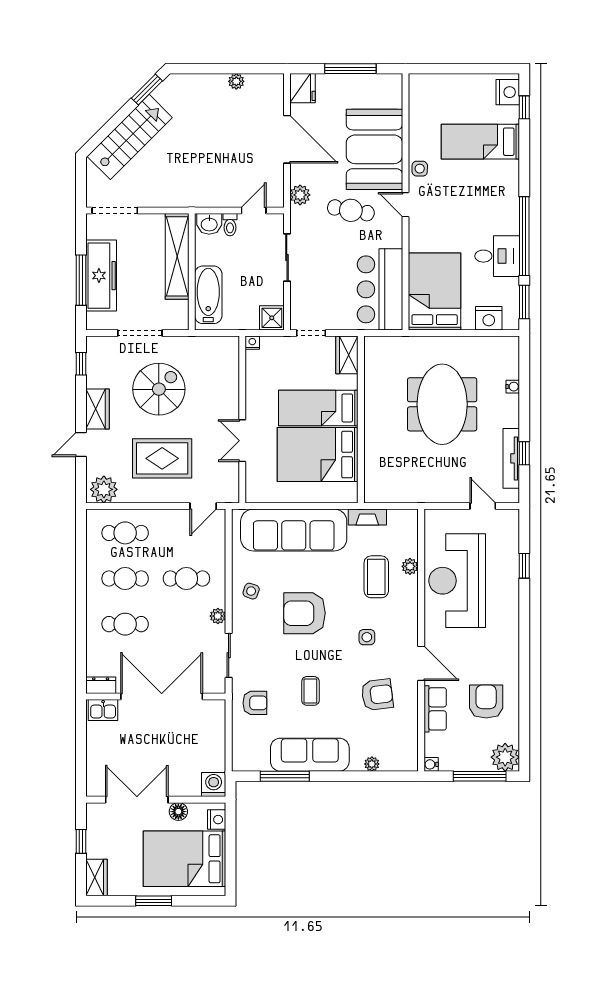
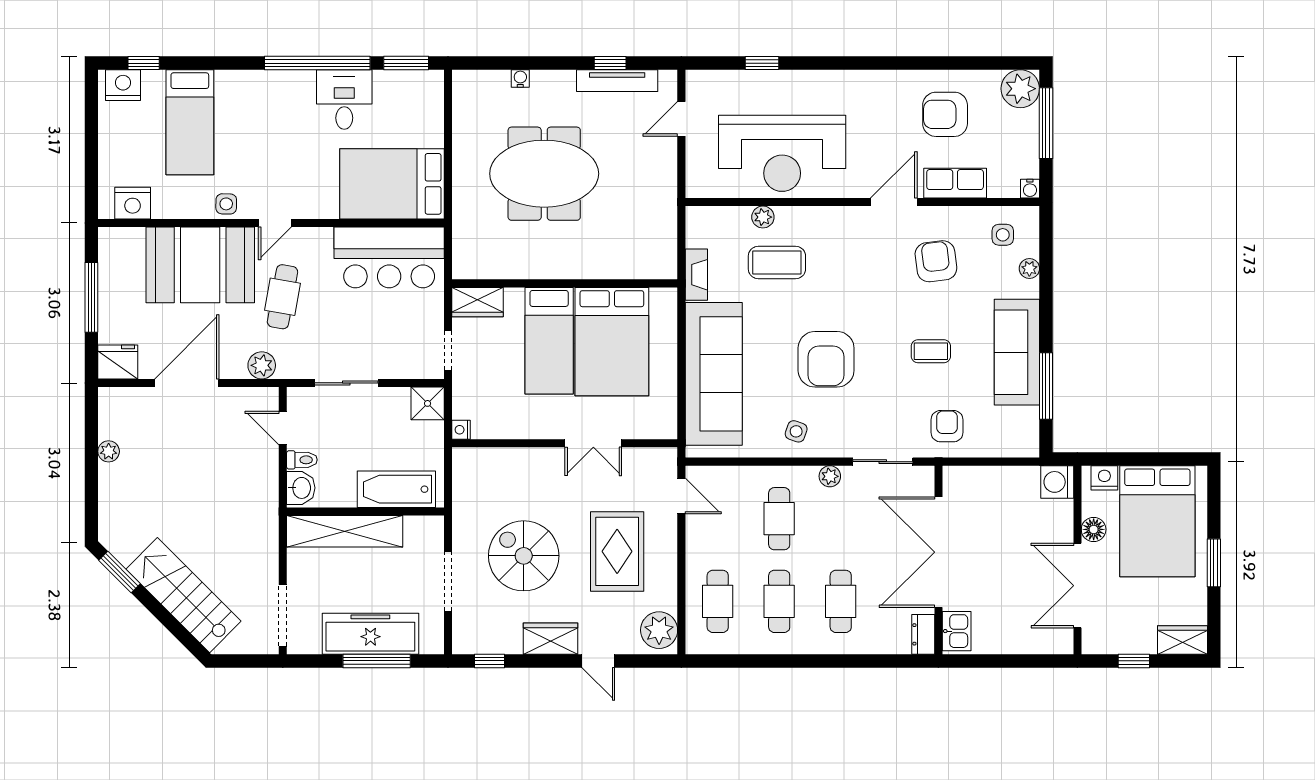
nightstand: (489, 318) -> (133, 203), moved, turned 90
side table: (367, 637) -> (1003, 235), moved

